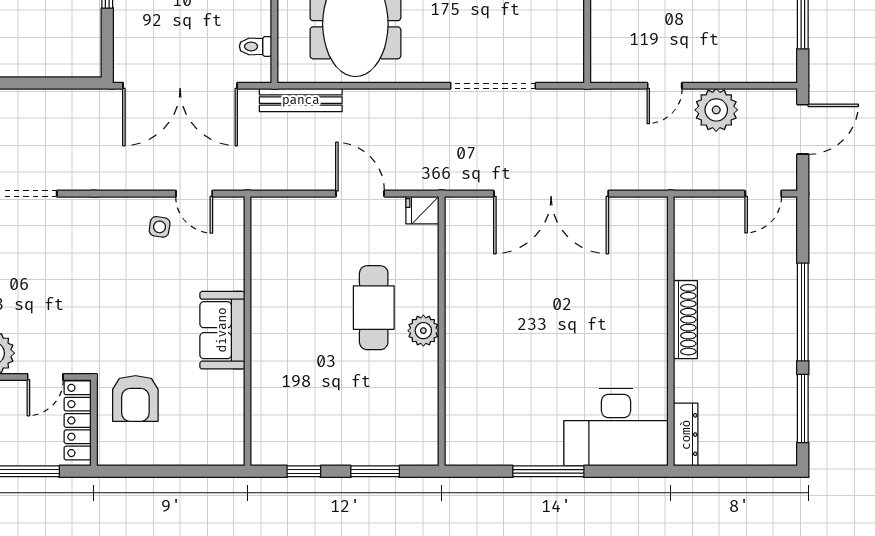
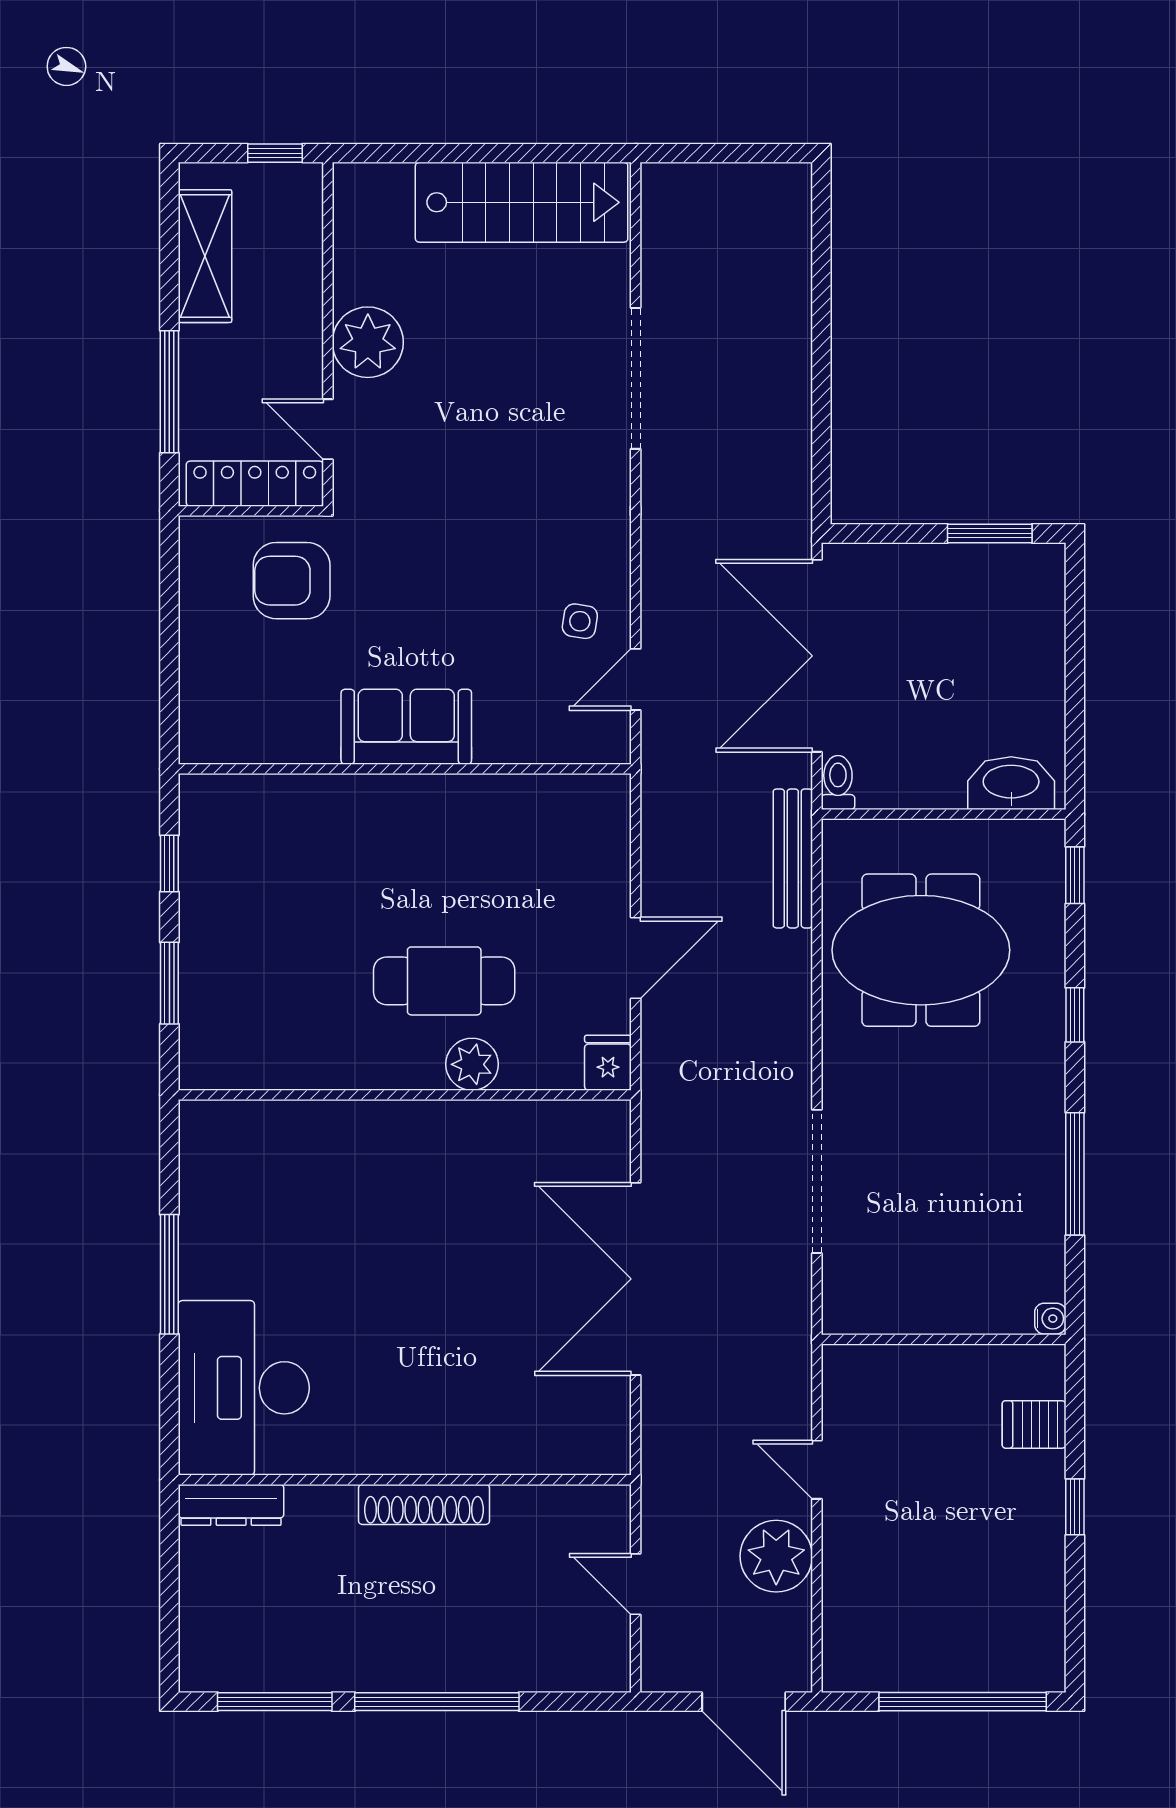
toilet: (256, 46) -> (838, 783), moved
door: (763, 194) -> (636, 1584), moved
plant: (423, 331) -> (472, 1064), moved

